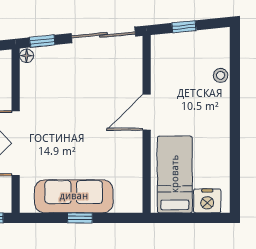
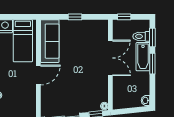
sofa: (74, 196) -> (50, 41), moved, turned -90

